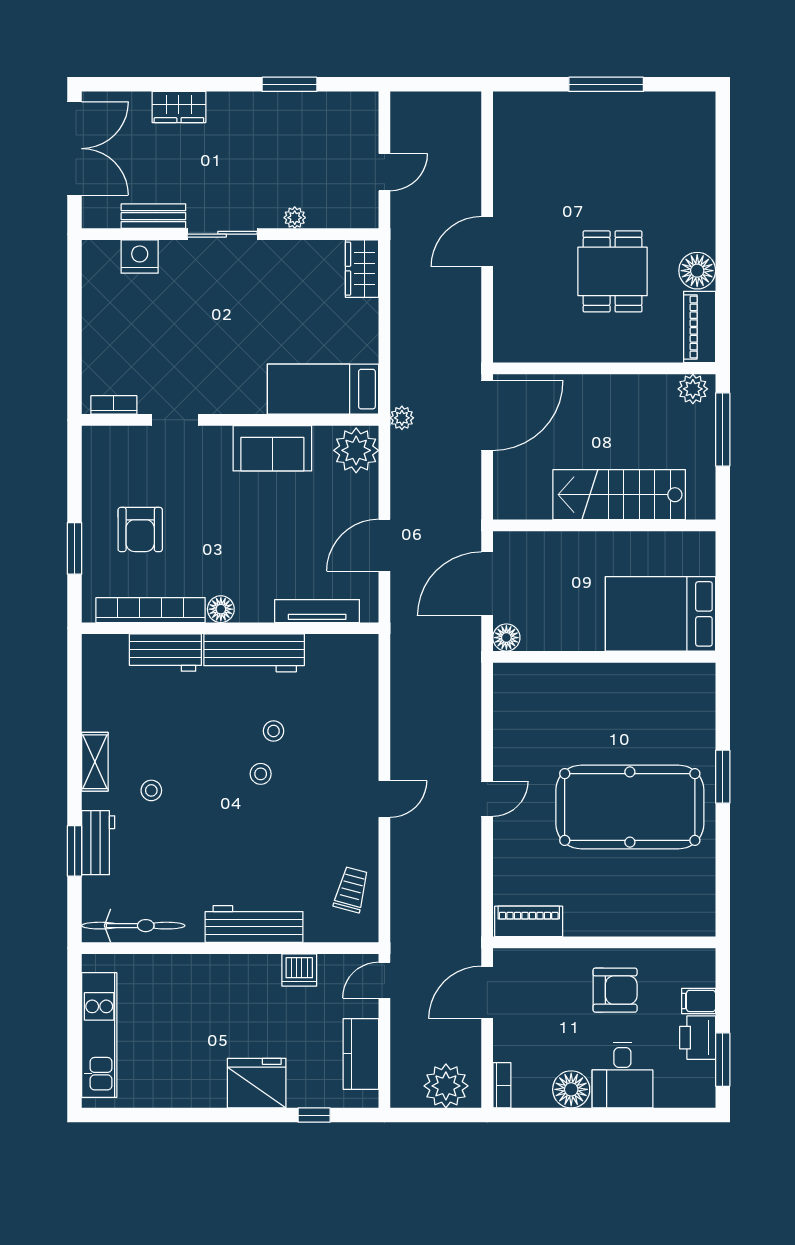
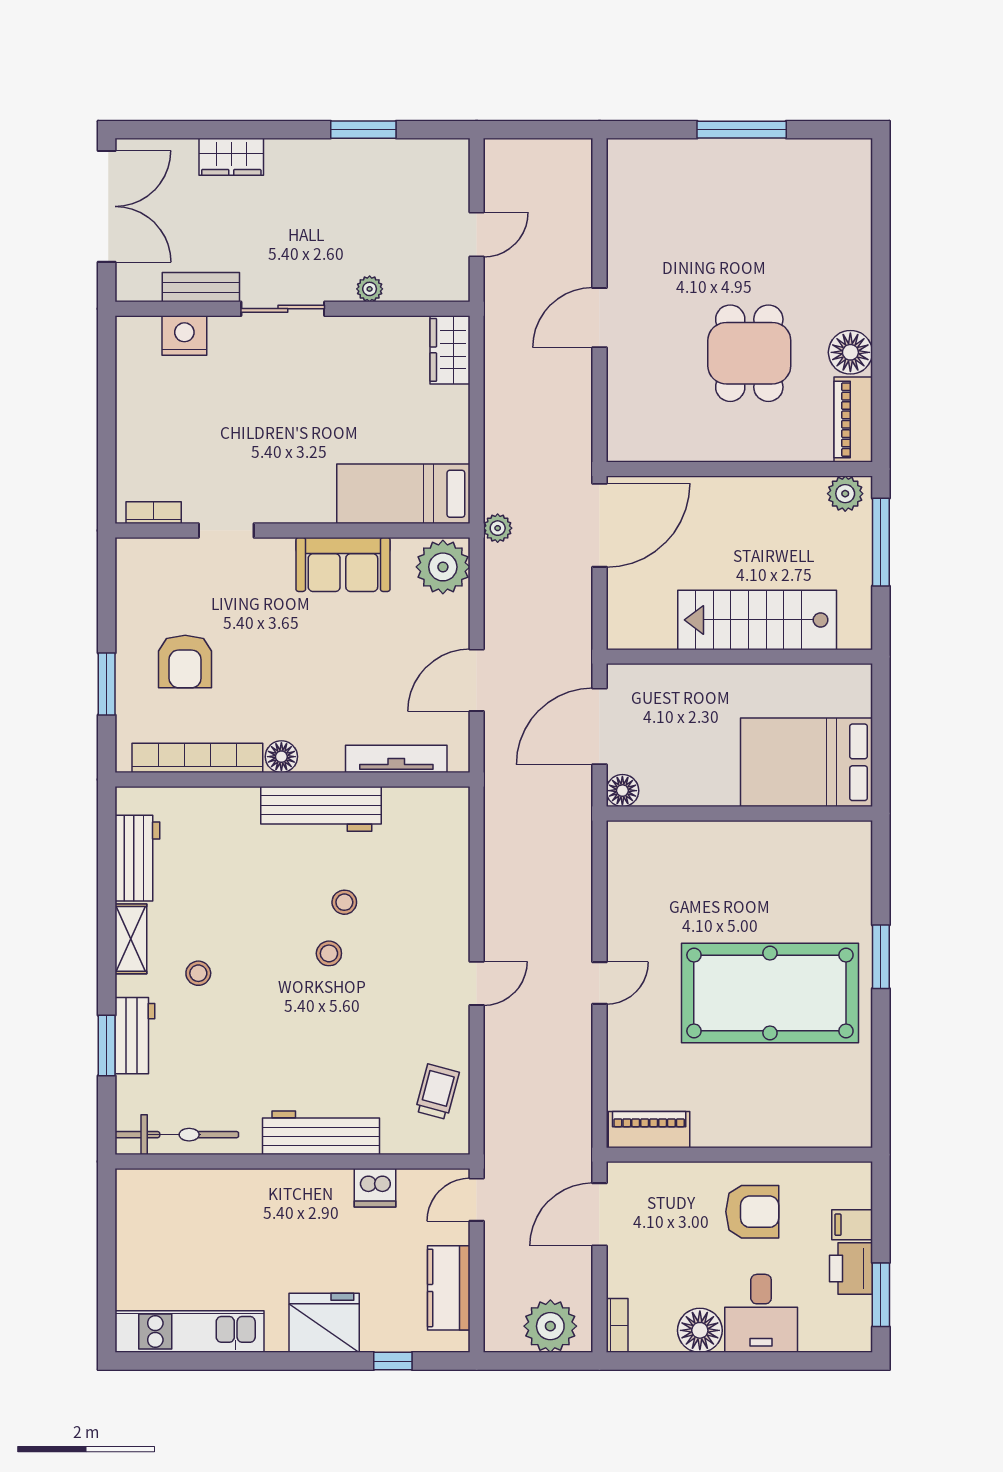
workbench: (165, 653) -> (137, 858), moved, turned -90
kitchen unit: (99, 1035) -> (190, 1332), moved, turned -90

